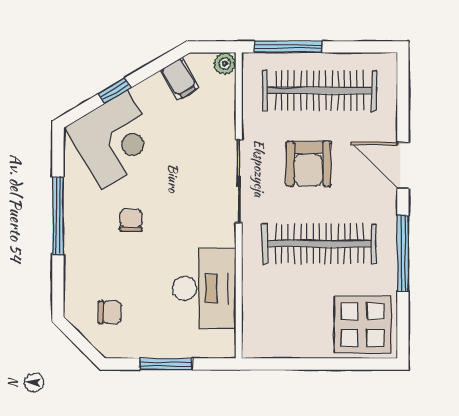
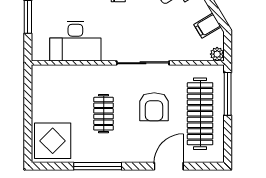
armchair: (308, 164) -> (154, 107), turned -90
door: (403, 165) -> (169, 166), moved
clothes rail: (319, 244) -> (104, 114), width x0.54, depth x0.76

